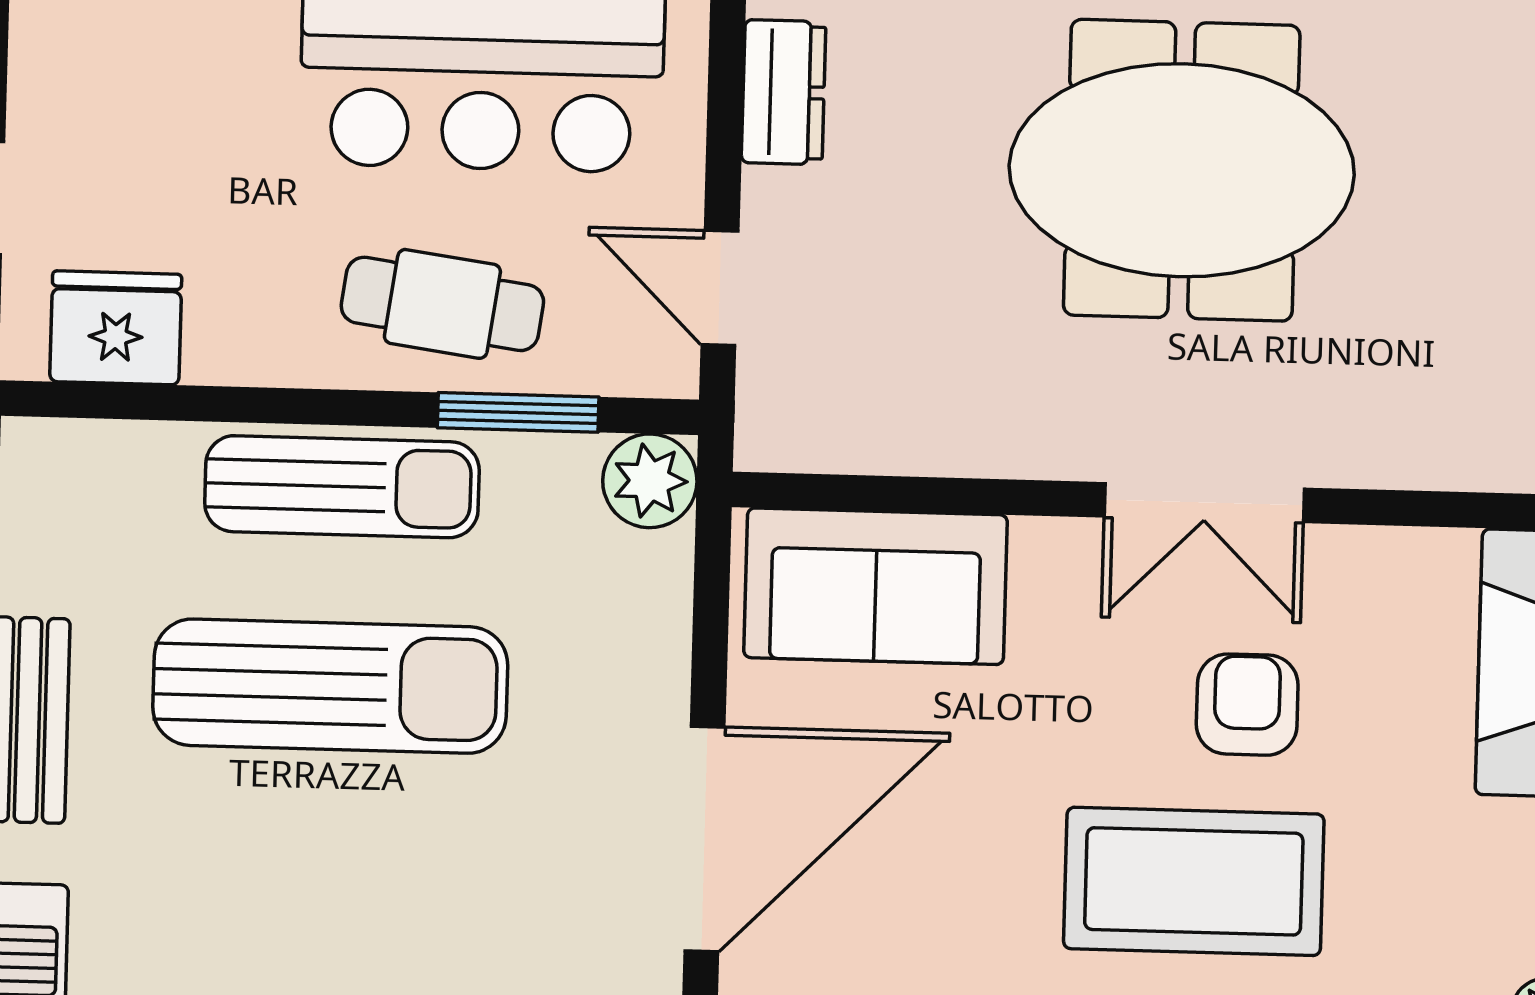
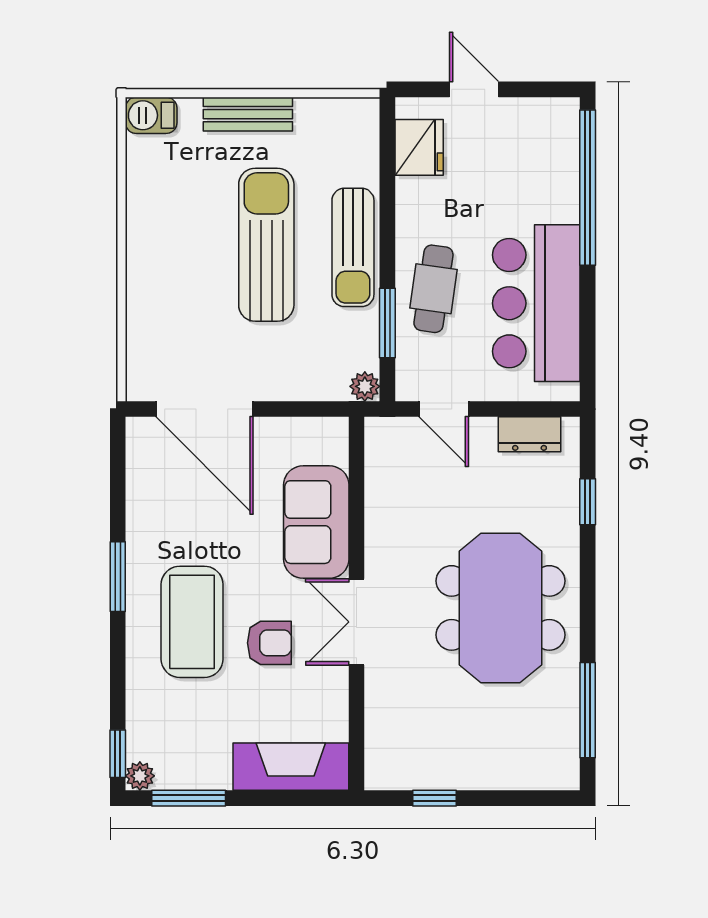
door: (720, 288) -> (444, 409), swing flipped
plant: (650, 481) -> (365, 386), width x0.73, depth x0.73
sofa: (876, 586) -> (316, 522), moved
sun lounger: (330, 686) -> (266, 245), turned 180

